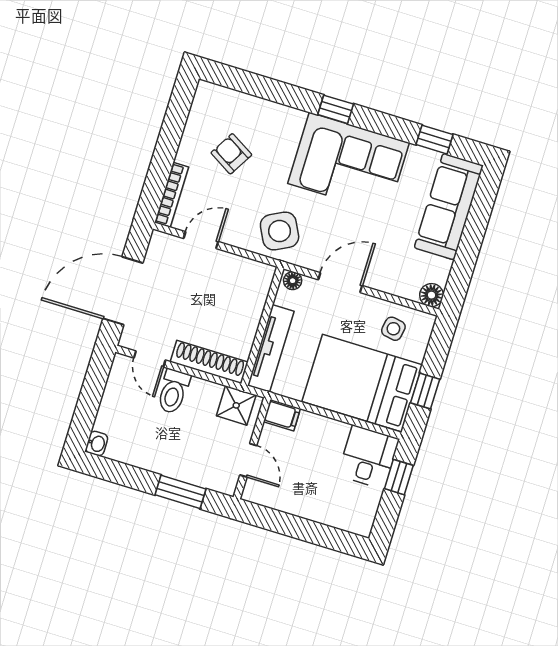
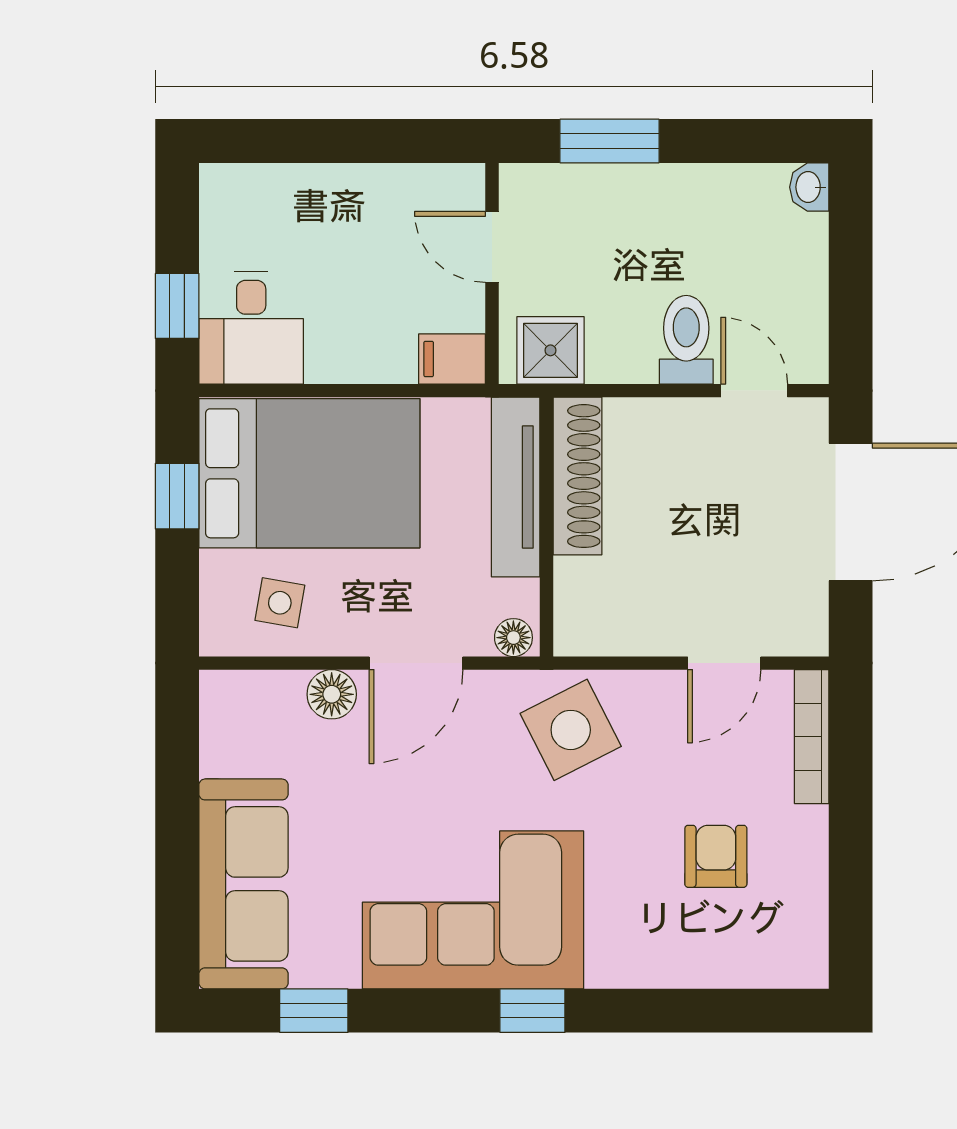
armchair: (231, 154) -> (716, 856), turned -121
floor lamp: (432, 295) -> (332, 694), moved
shoe rack: (209, 362) -> (577, 476), moved, turned -90

